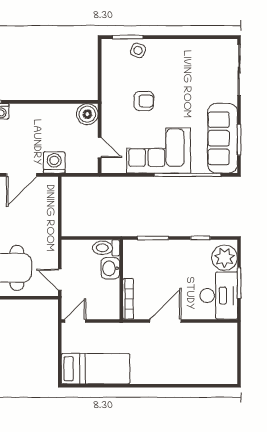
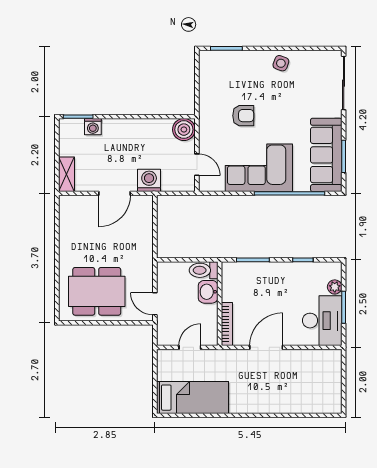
side table: (138, 50) -> (281, 63), moved
plant: (225, 258) -> (335, 287), width x0.53, depth x0.53
door: (75, 321) -> (190, 347), moved

